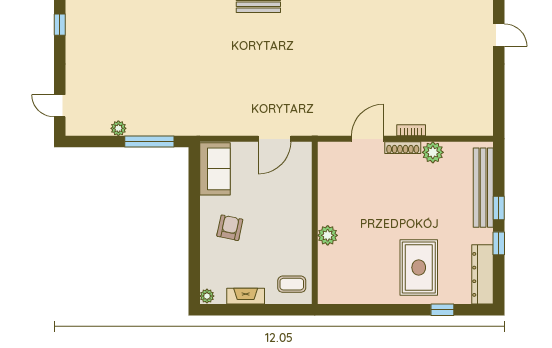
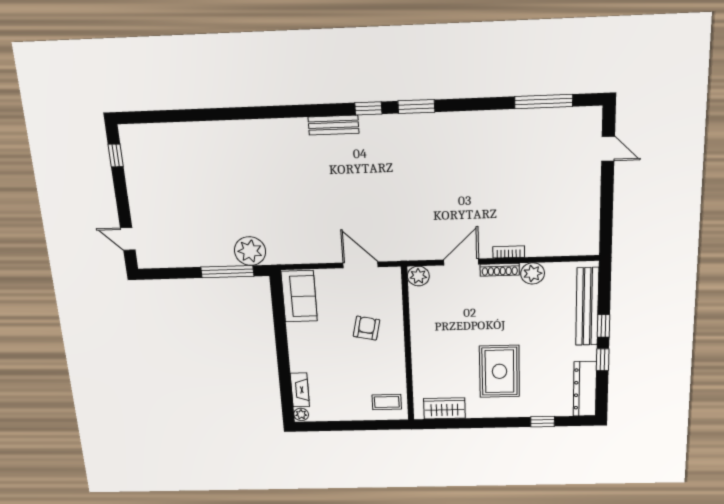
plant: (118, 128) -> (250, 251), moved, width x1.87, depth x1.87
door: (274, 139) -> (360, 265), swing flipped
armchair: (230, 228) -> (366, 328), moved
plant: (328, 235) -> (418, 276), moved
rug: (419, 268) -> (499, 371), moved
wardrobe: (348, 293) -> (444, 408), added
fireplace: (246, 296) -> (300, 390), moved, turned 90

